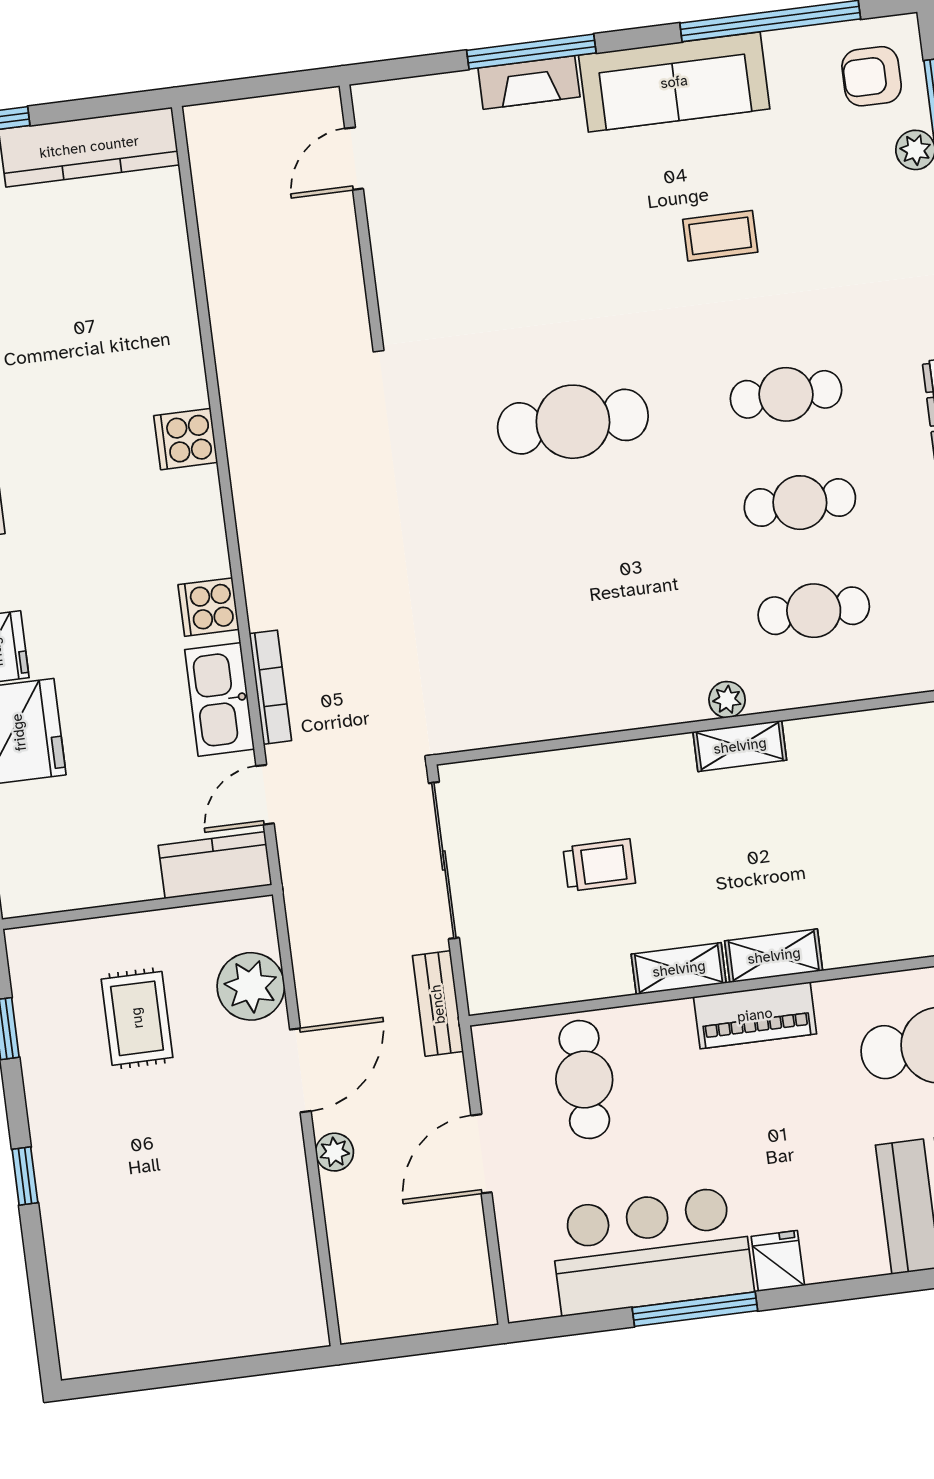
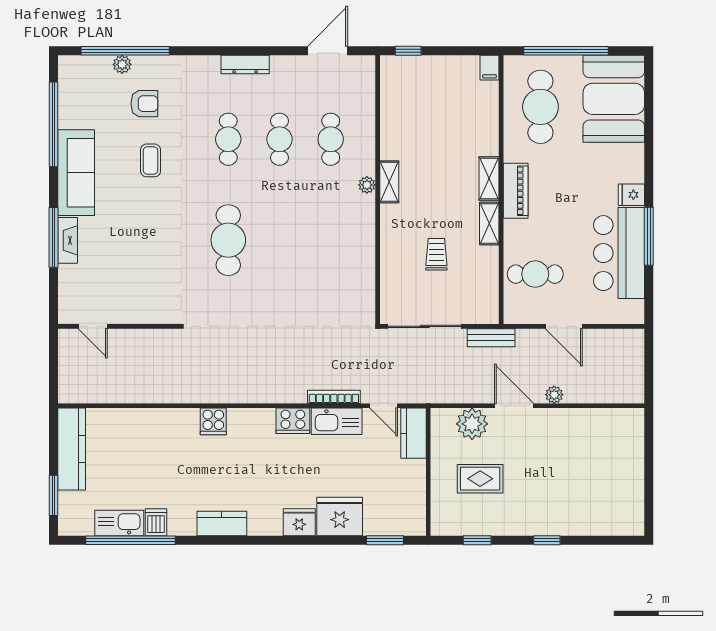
armchair: (872, 76) -> (144, 104), moved, turned -90
cooker: (209, 607) -> (293, 421), width x1.36

